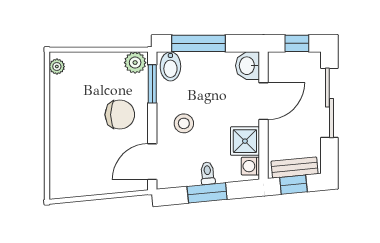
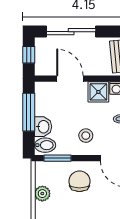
window: (198, 43) -> (29, 112), moved
plant: (135, 63) -> (42, 194), moved
washbasin: (248, 66) -> (43, 127), moved, turned -90

